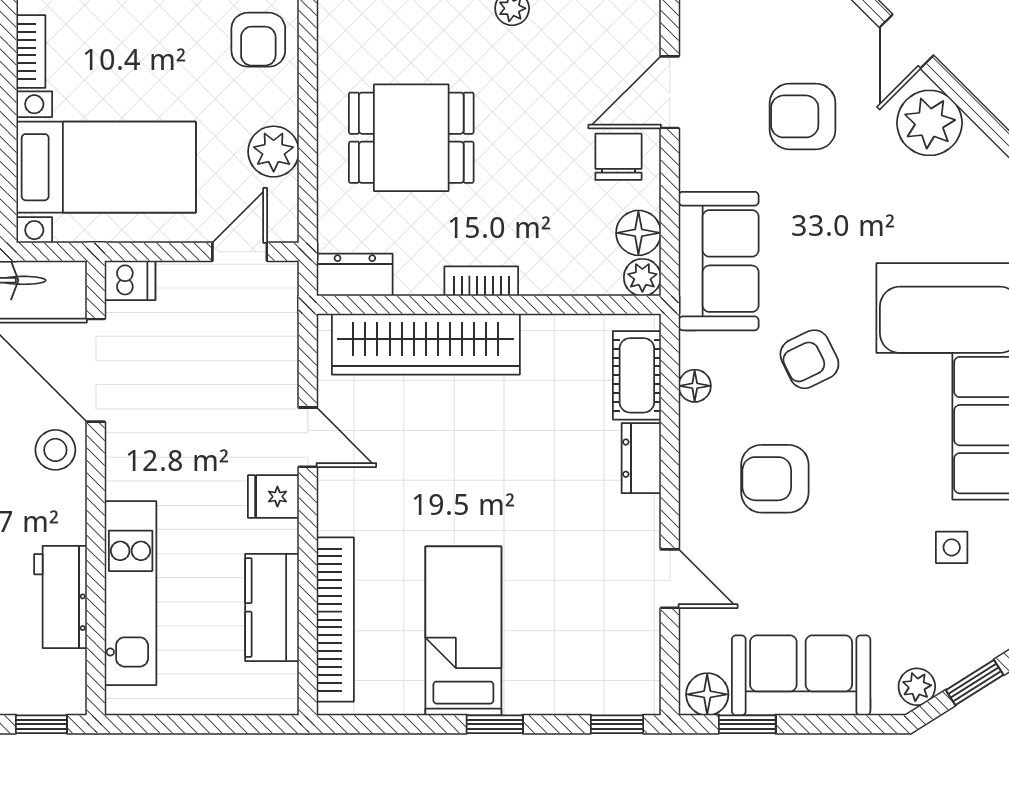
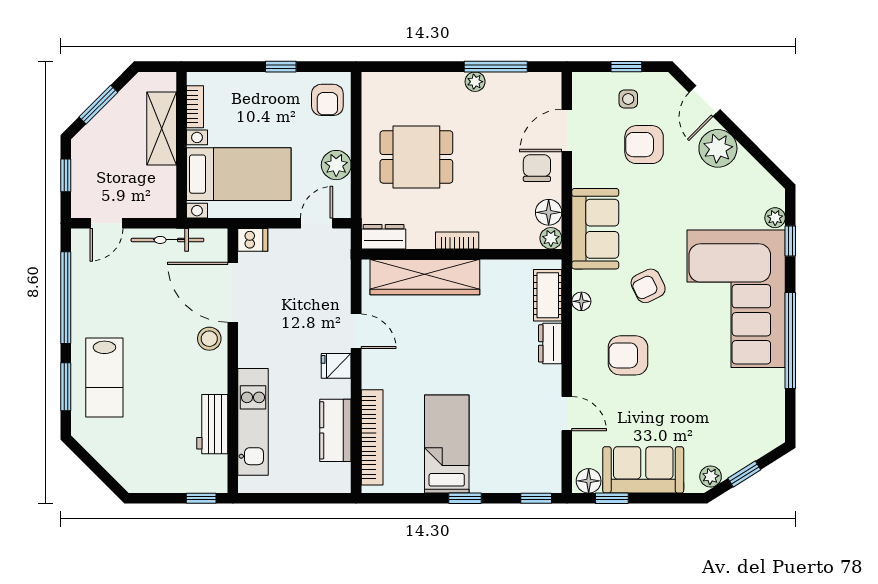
side table: (952, 547) -> (628, 99), moved

